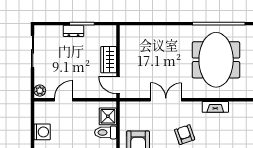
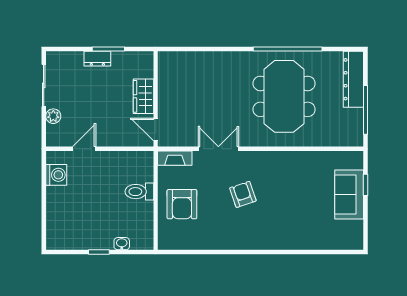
plant: (40, 91) -> (53, 116), moved
fireplace: (215, 107) -> (175, 158), moved
shower: (108, 116) -> (142, 170), removed
washing machine: (42, 132) -> (56, 175), moved

